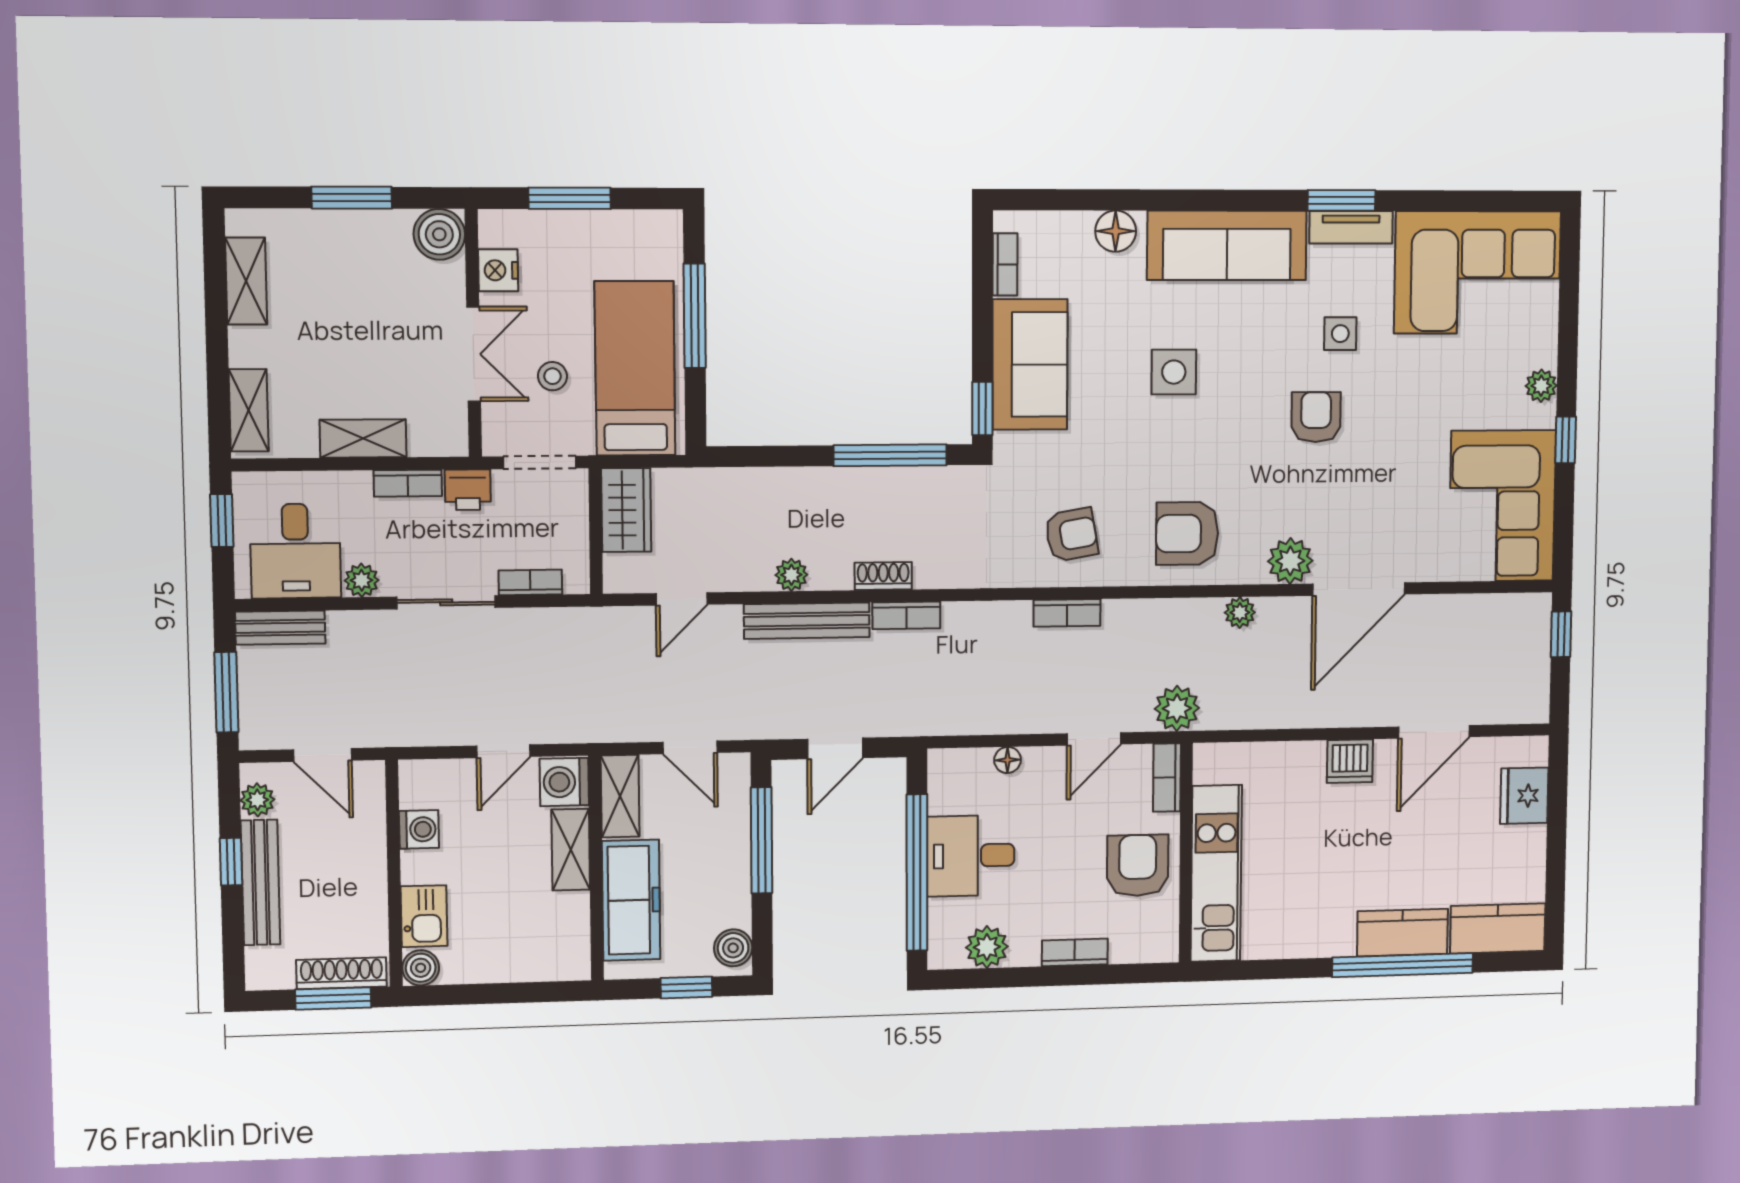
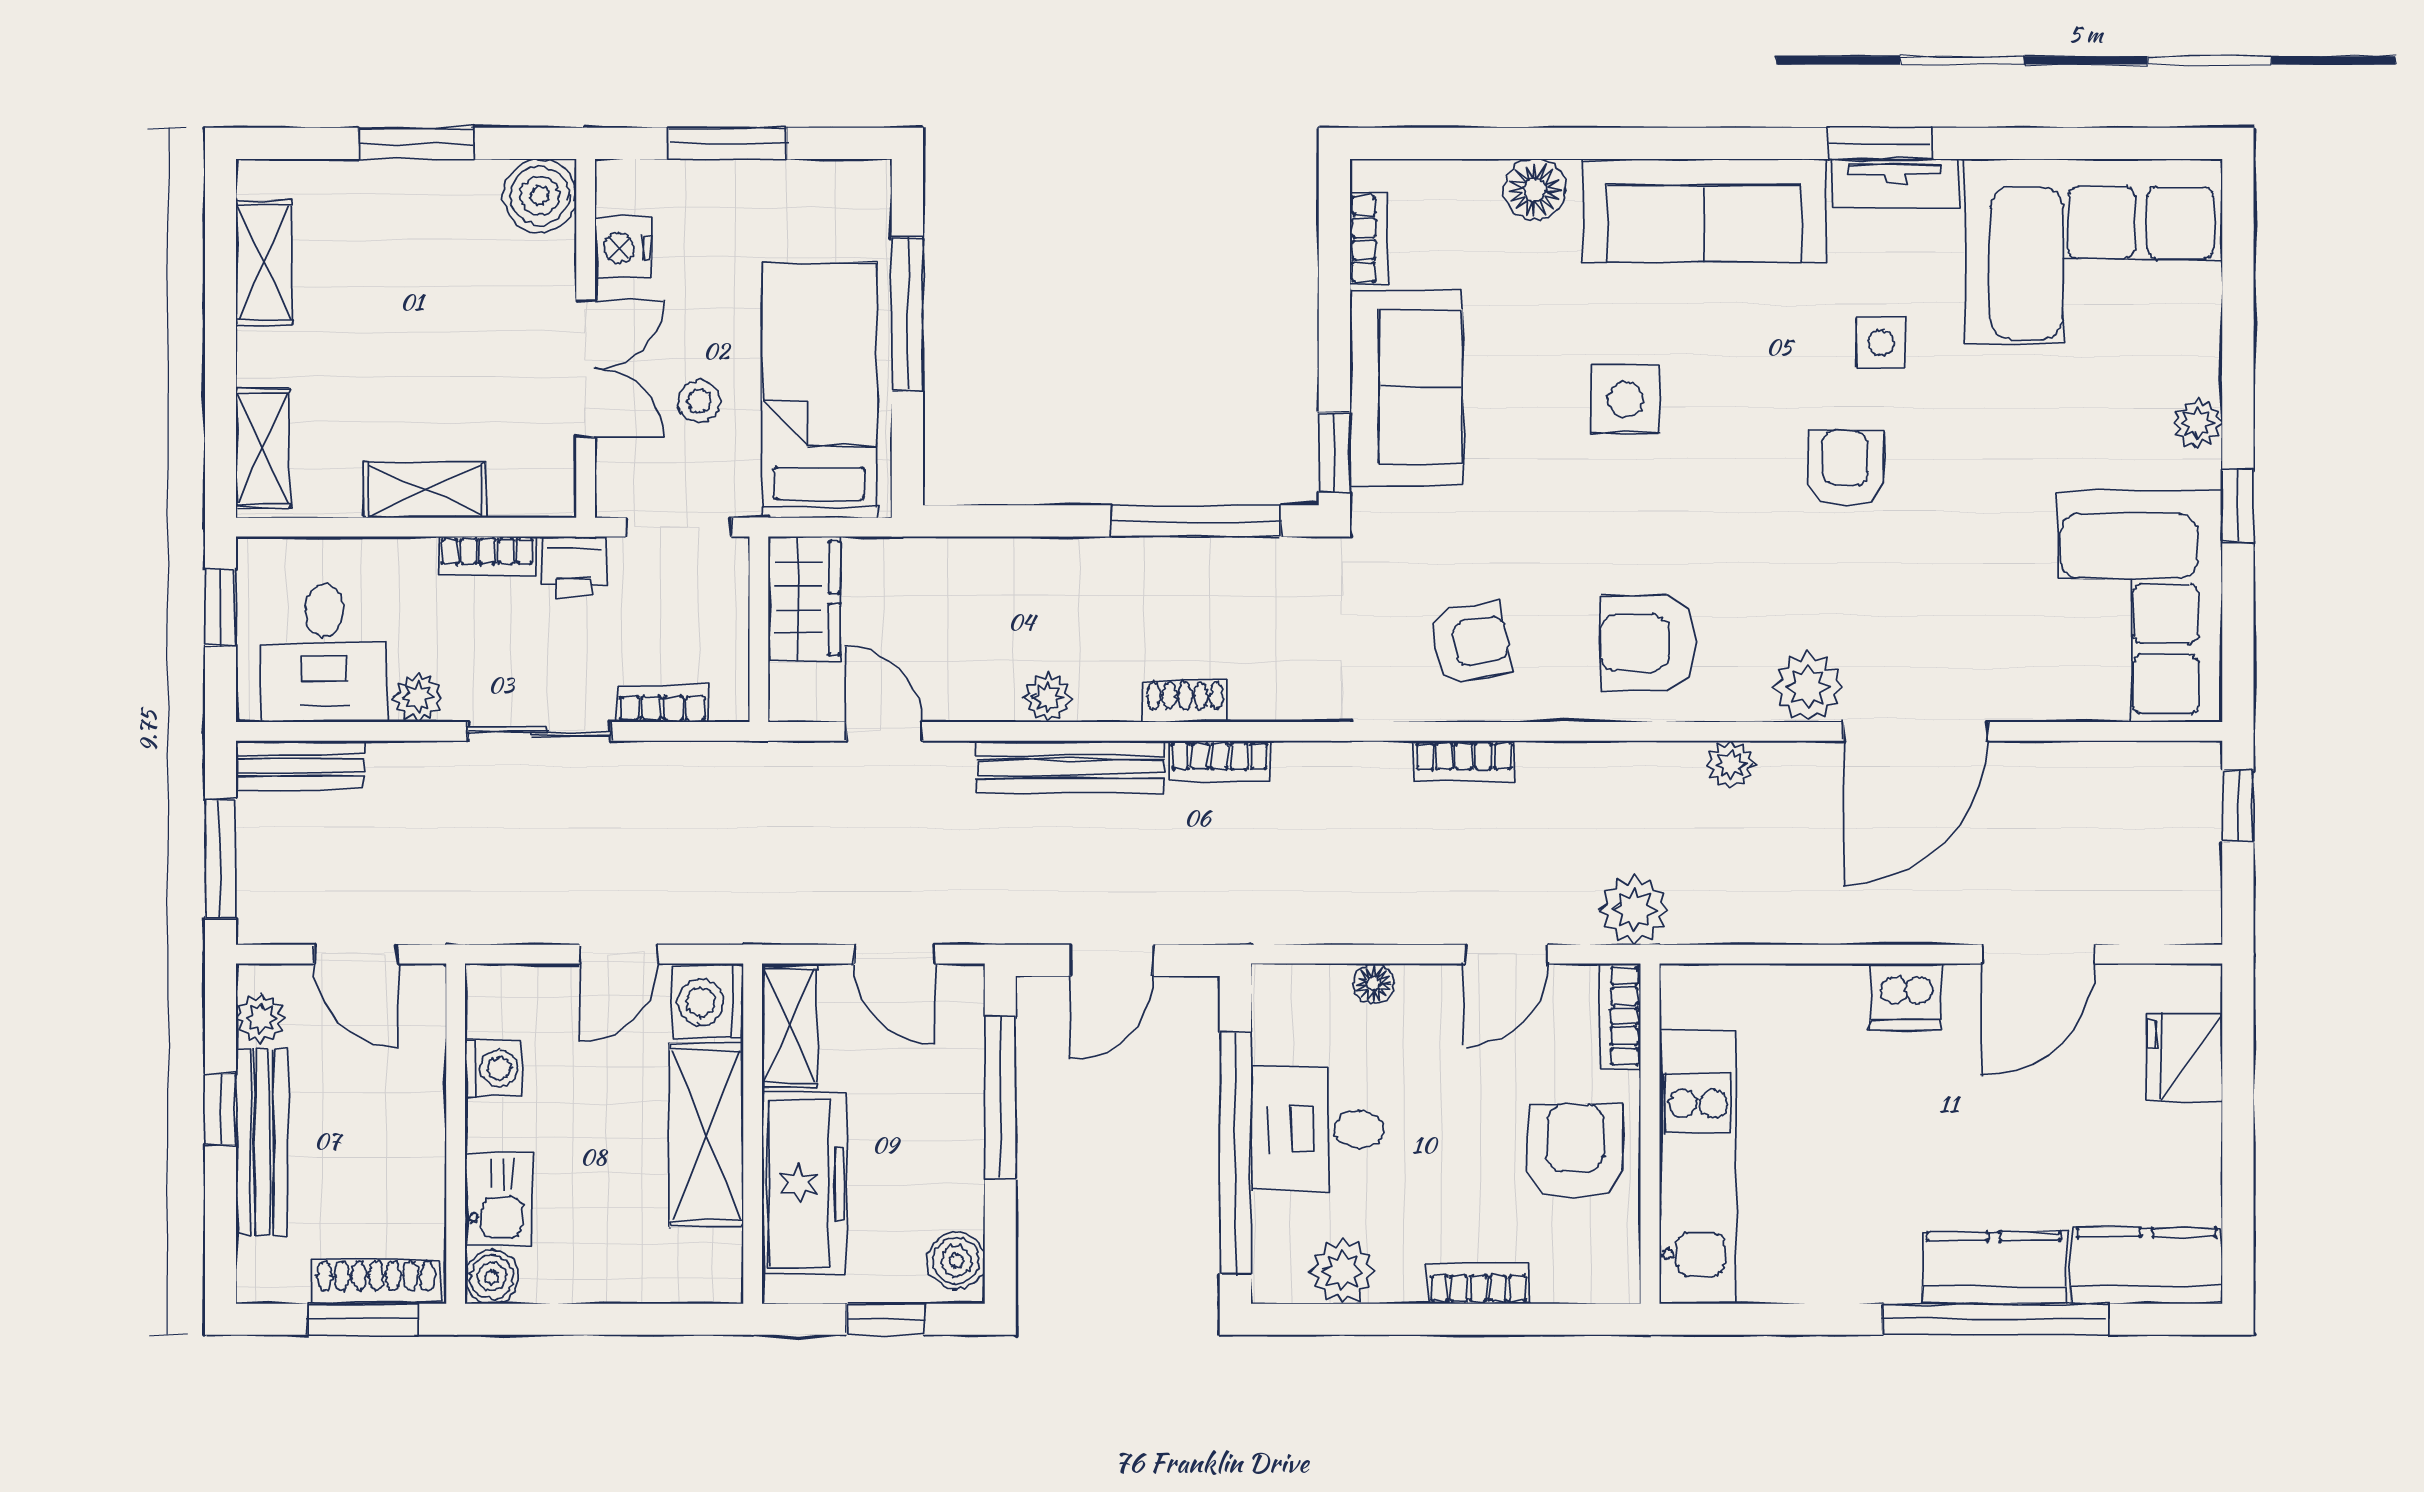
door: (682, 599) -> (884, 731), swing flipped
shelving: (571, 850) -> (707, 1135), width x1.50, depth x1.33

